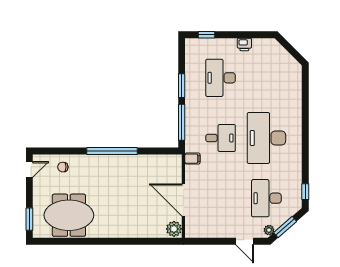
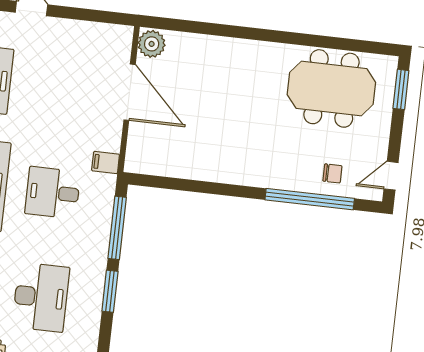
window: (112, 151) -> (310, 199), moved

